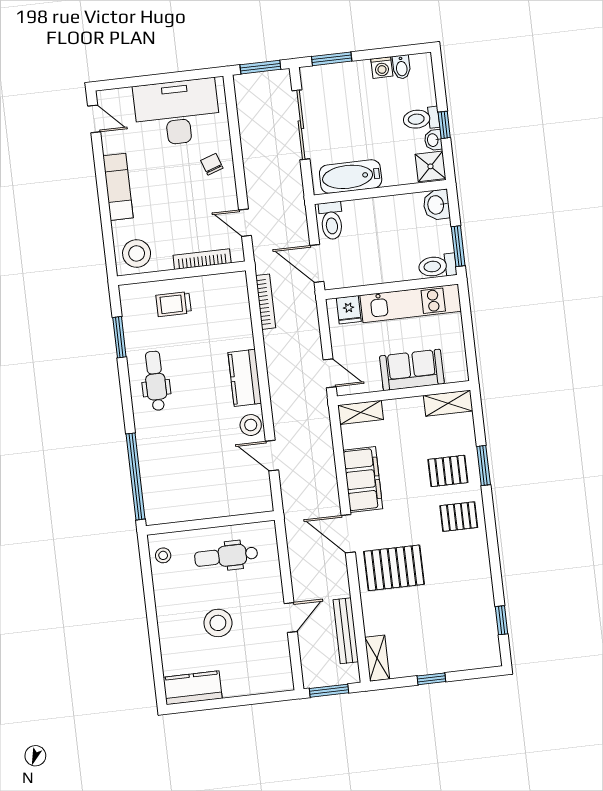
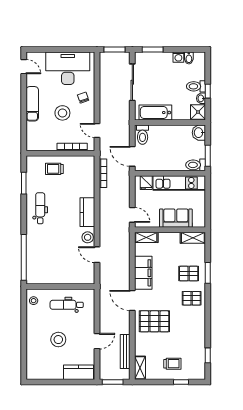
stool: (137, 253) -> (62, 113), moved
trolley: (437, 643) -> (172, 364), added
window: (431, 679) -> (181, 382), moved
kitchen counter: (193, 688) -> (79, 372), moved

